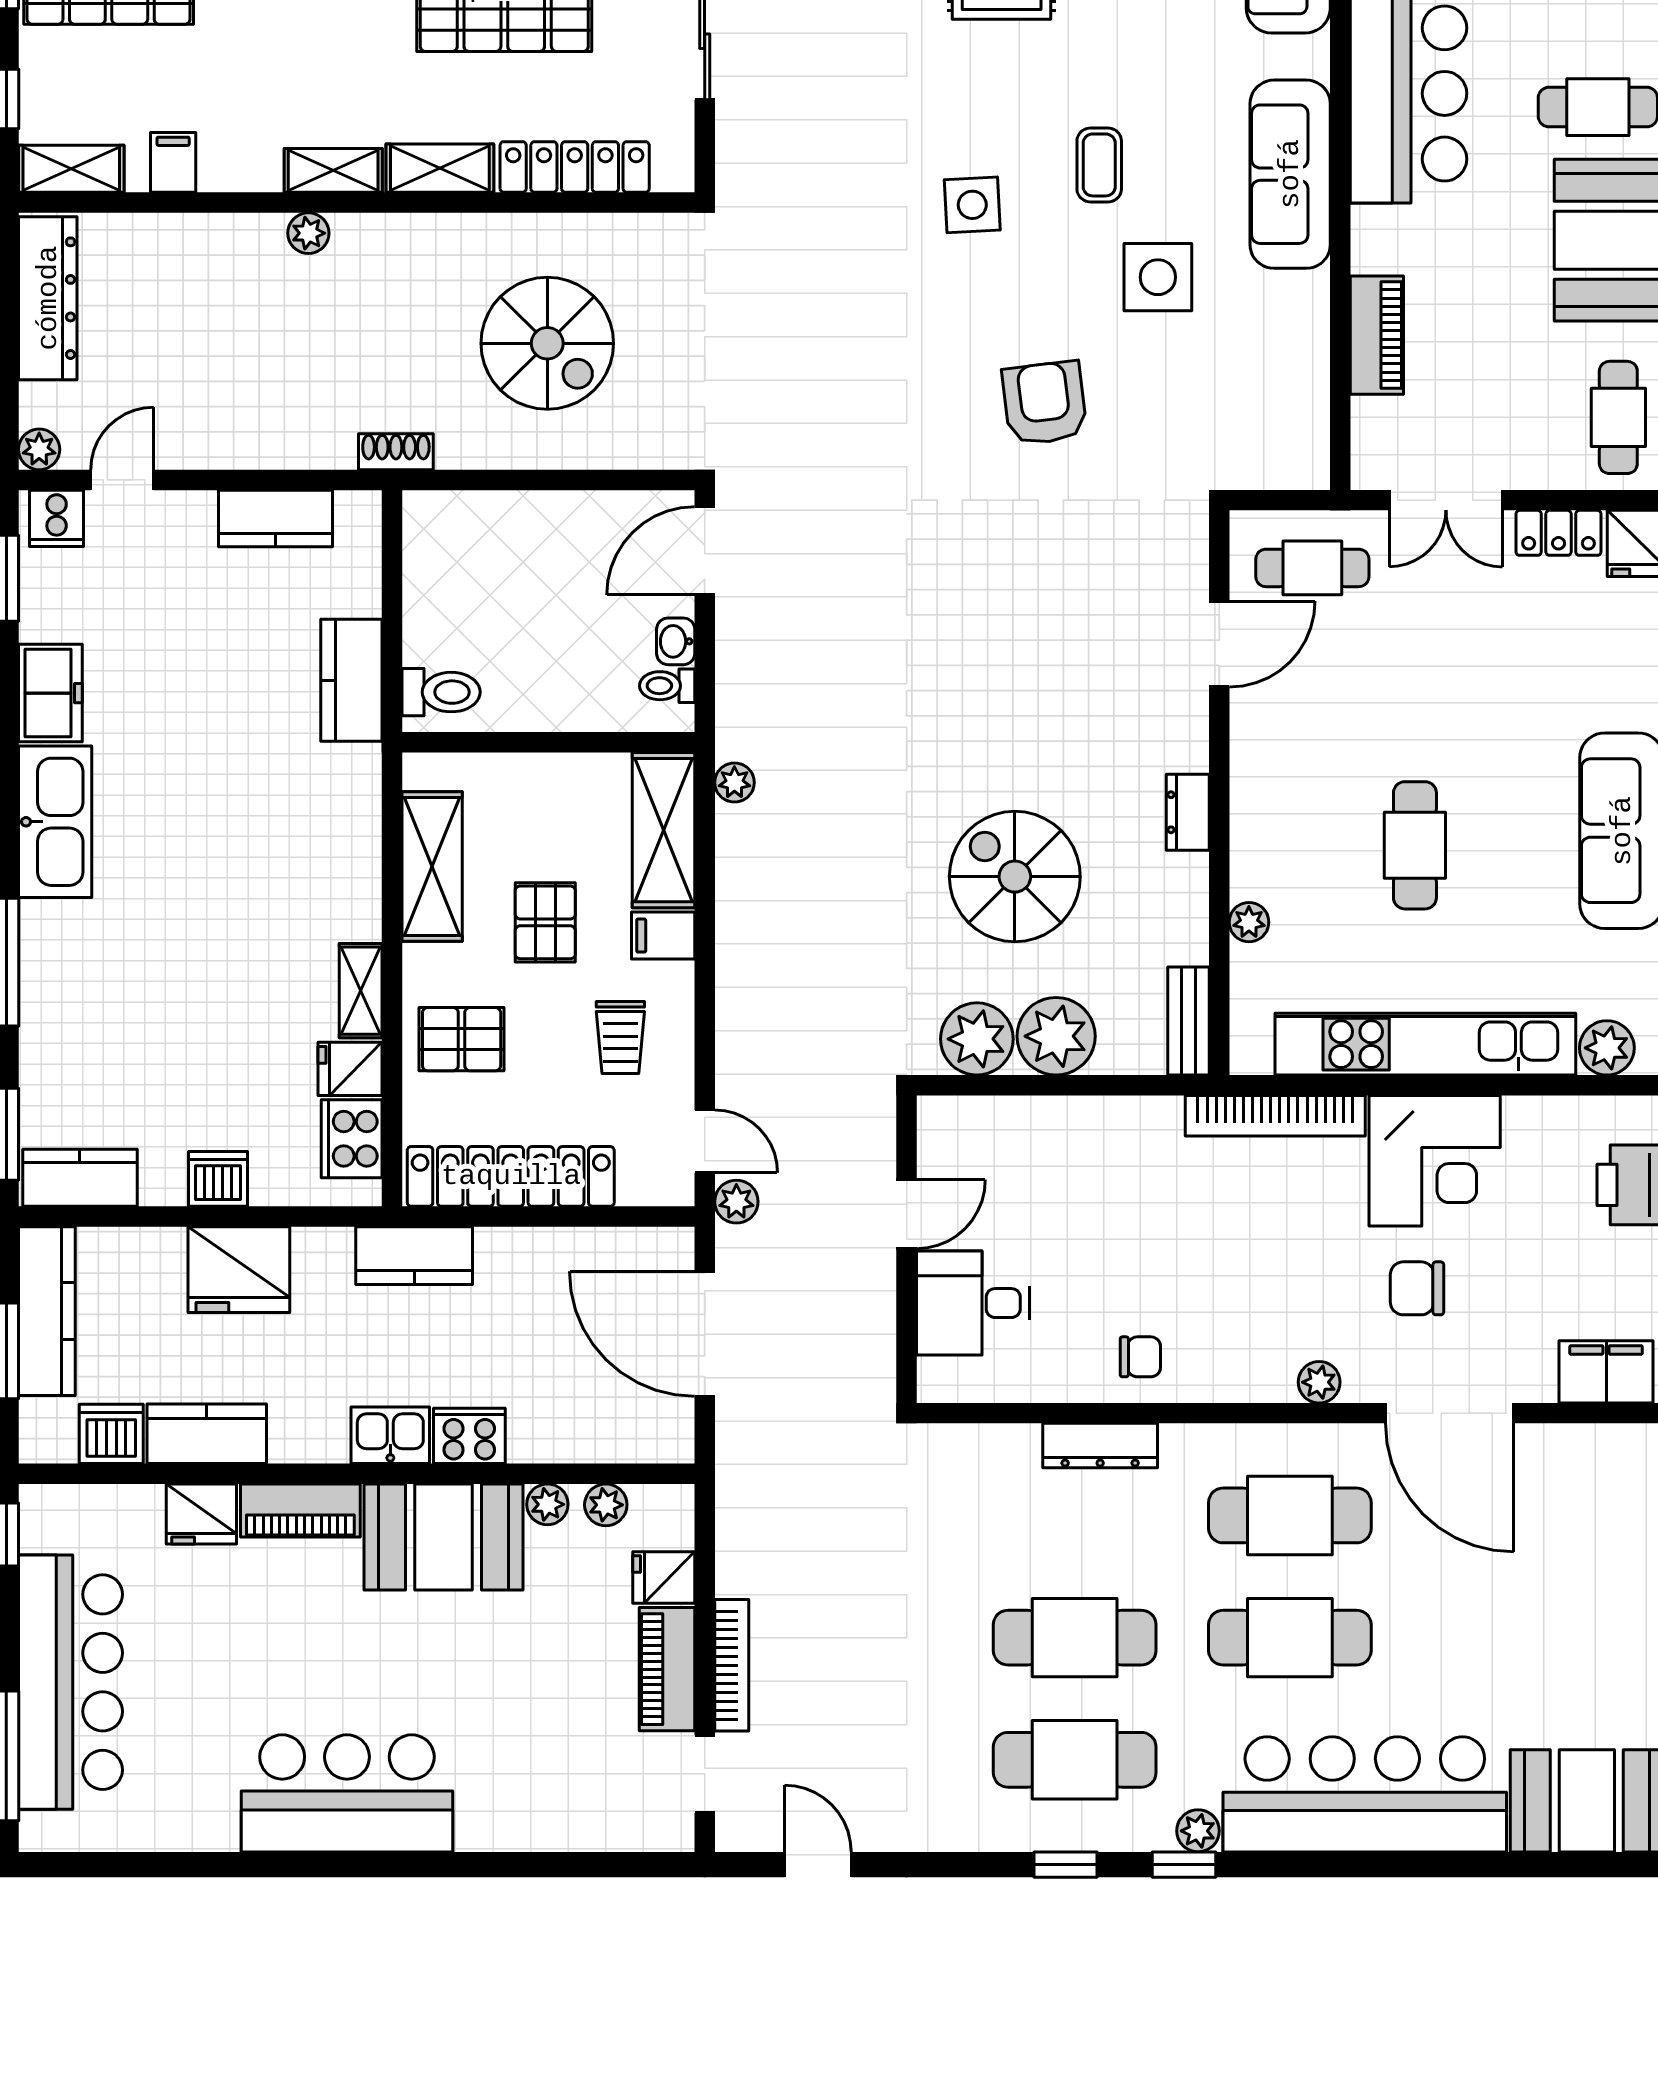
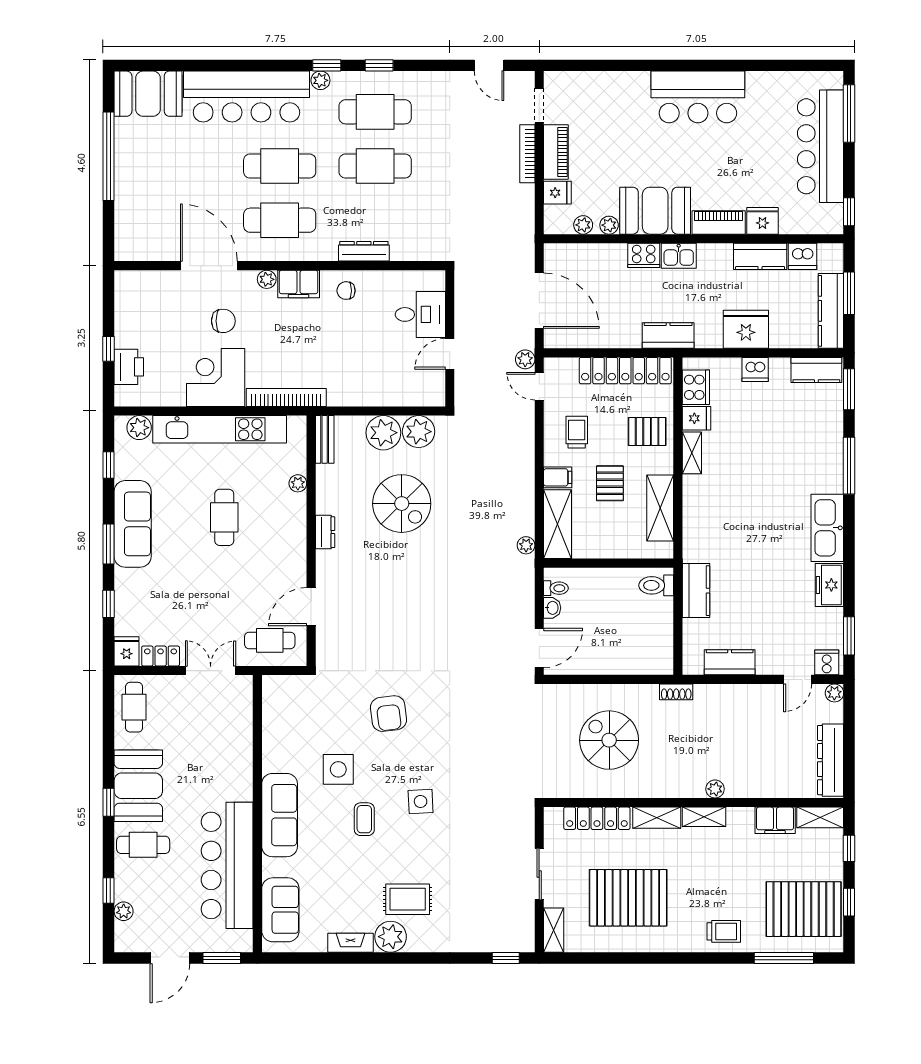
filing cabinet: (173, 162) -> (775, 820), width x2.00
piano: (1377, 335) -> (241, 744), removed
filing cabinet: (1606, 1372) -> (299, 284), moved

